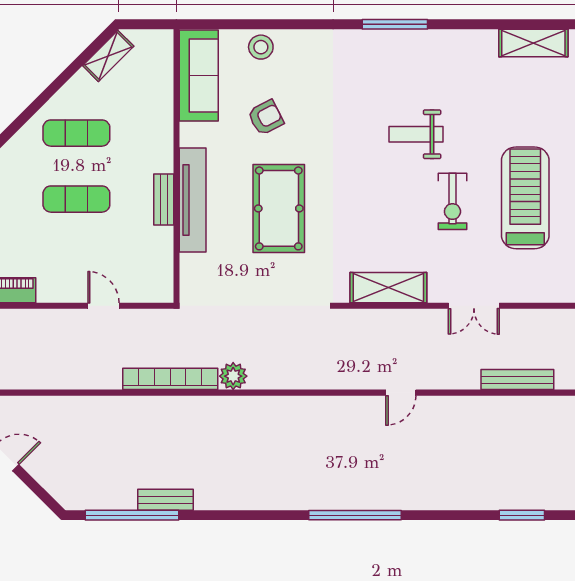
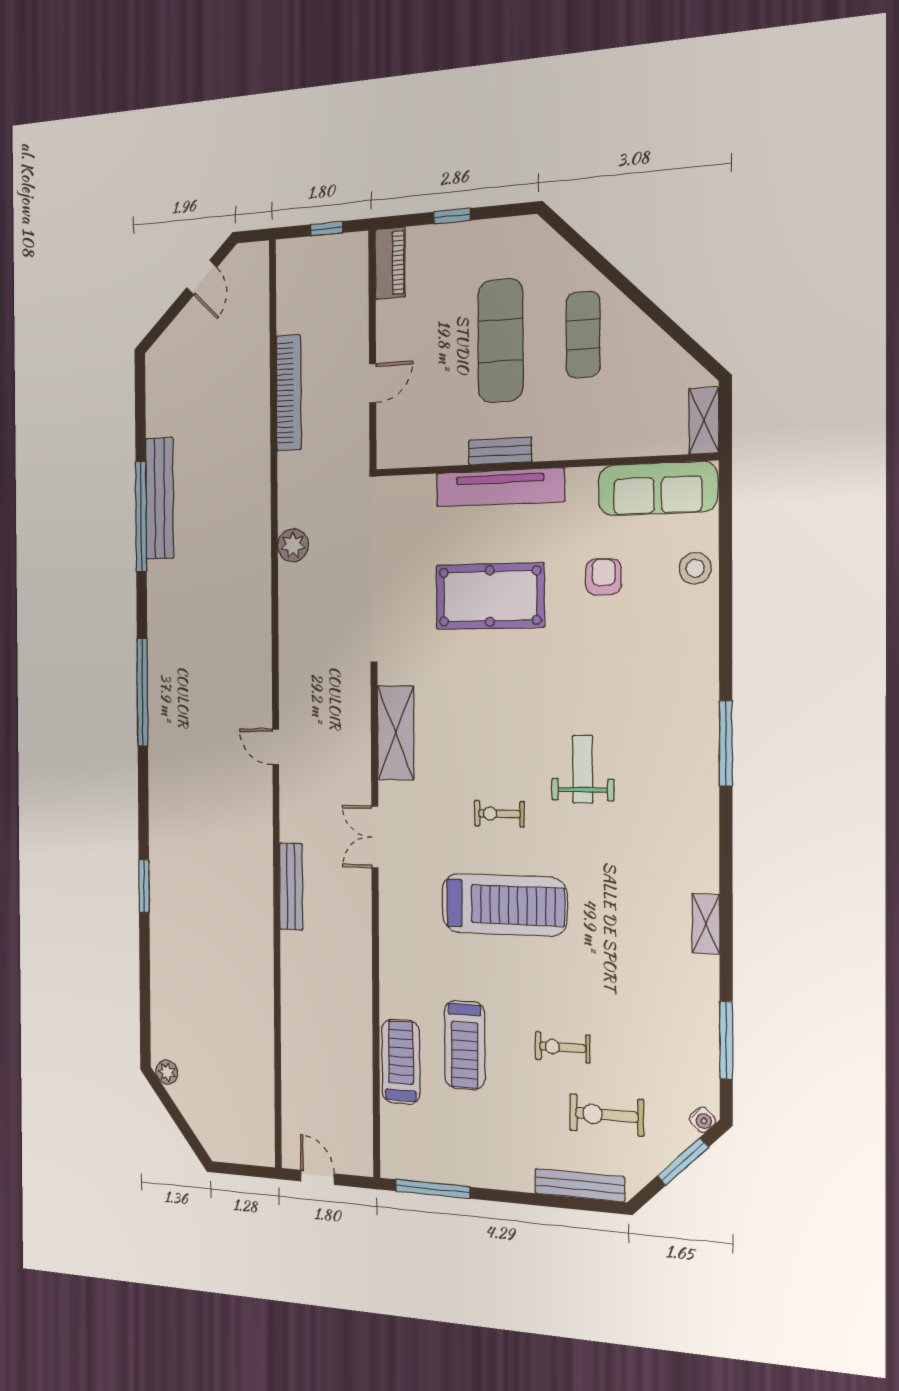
shelving: (533, 43) -> (706, 924), width x0.67, depth x0.75
shelving: (108, 56) -> (704, 421), moved, turned 45
armchair: (266, 118) -> (603, 577), turned -153
exercise mat: (76, 199) -> (500, 341), width x1.36, depth x1.45
exercise bike: (452, 201) -> (499, 814), width x0.73, depth x0.72
bookcase: (170, 379) -> (289, 393), moved
bench: (166, 500) -> (160, 498), width x1.86, depth x1.21
window: (132, 515) -> (141, 516), moved

